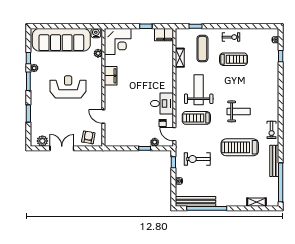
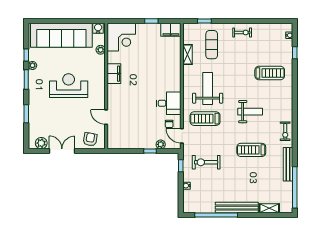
treadmill: (234, 59) -> (270, 73), moved
treadmill: (240, 147) -> (251, 150), width x0.73, depth x0.73
bench: (196, 201) -> (237, 208), moved

